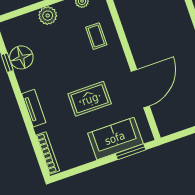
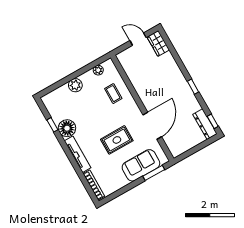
floor lamp: (21, 57) -> (67, 128), moved
tv unit: (34, 108) -> (78, 154), width x1.41

